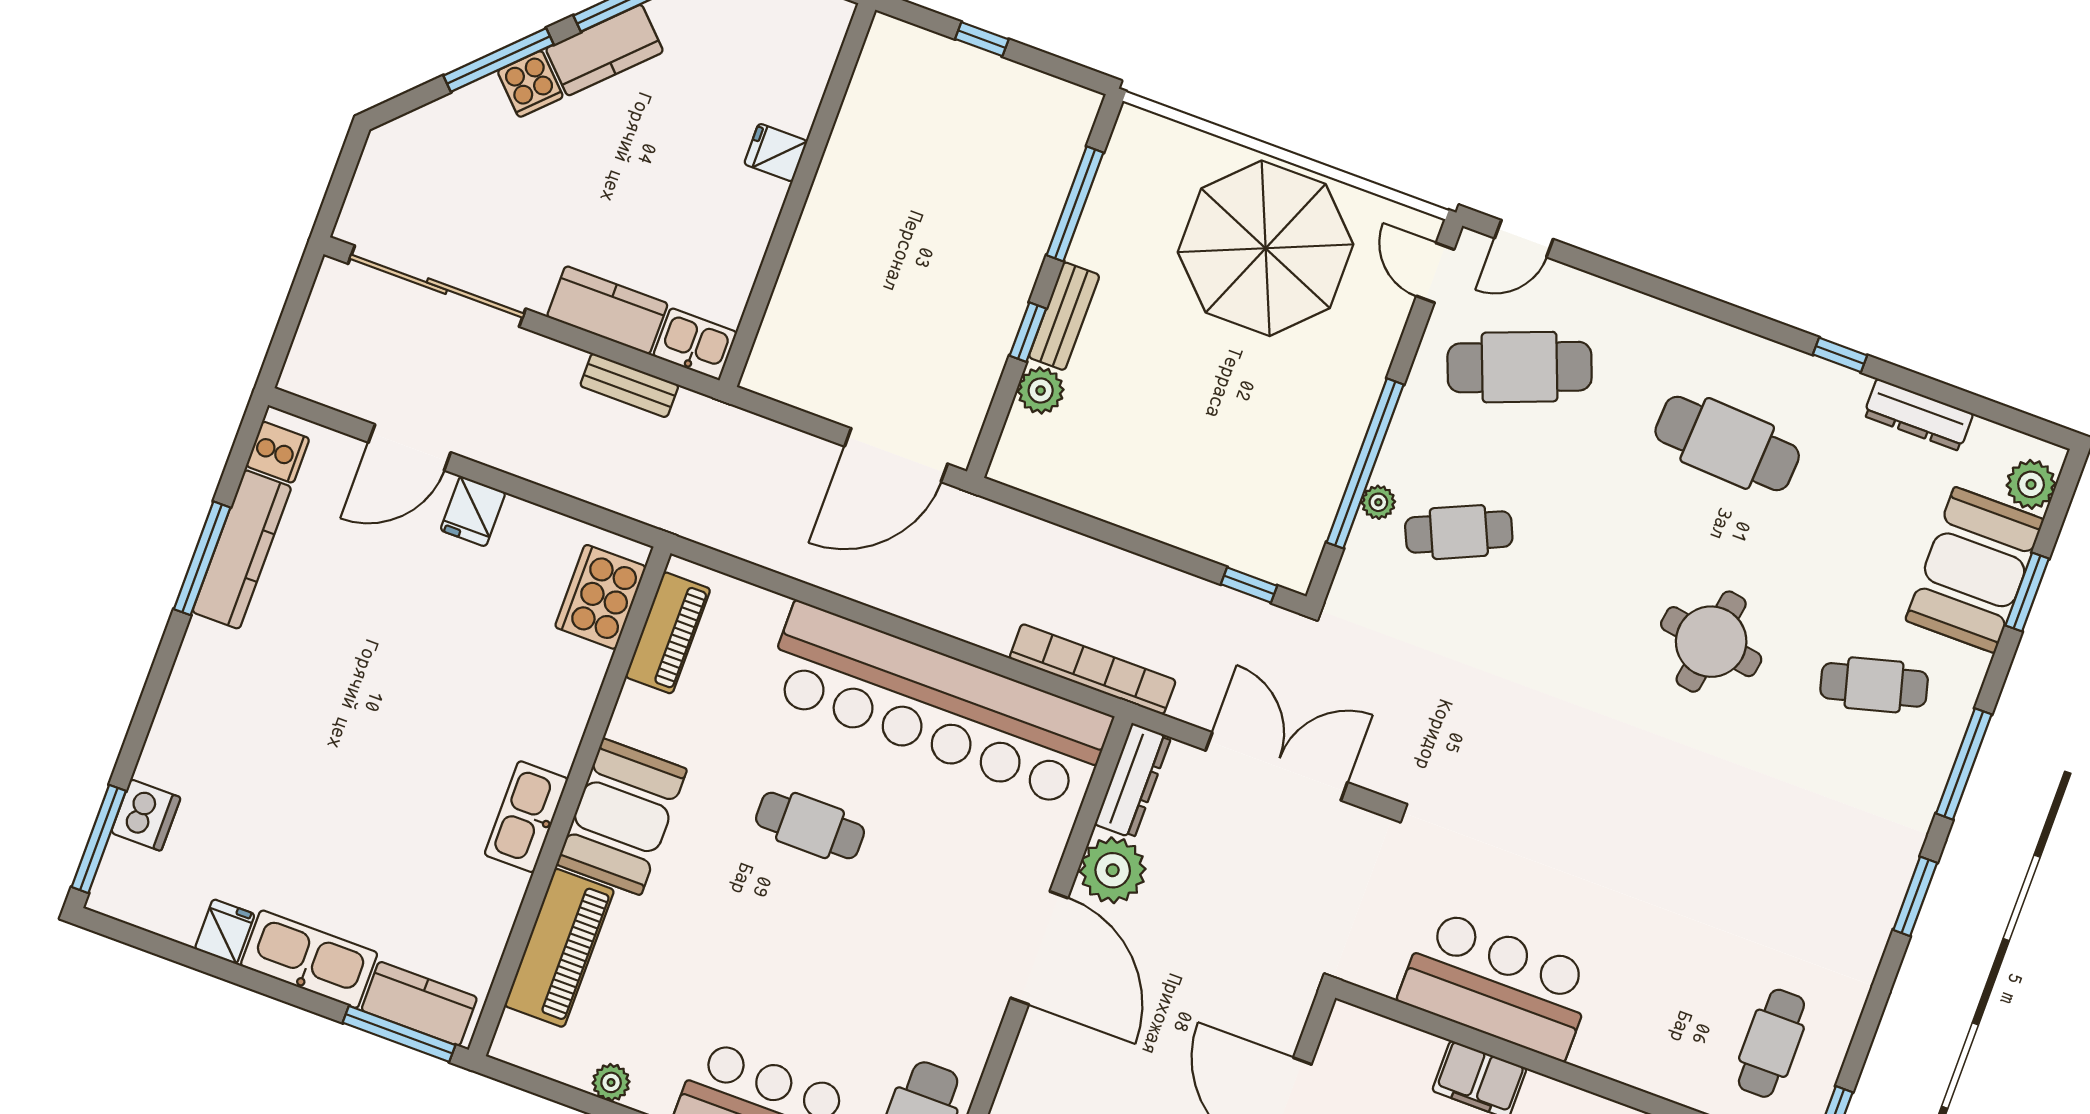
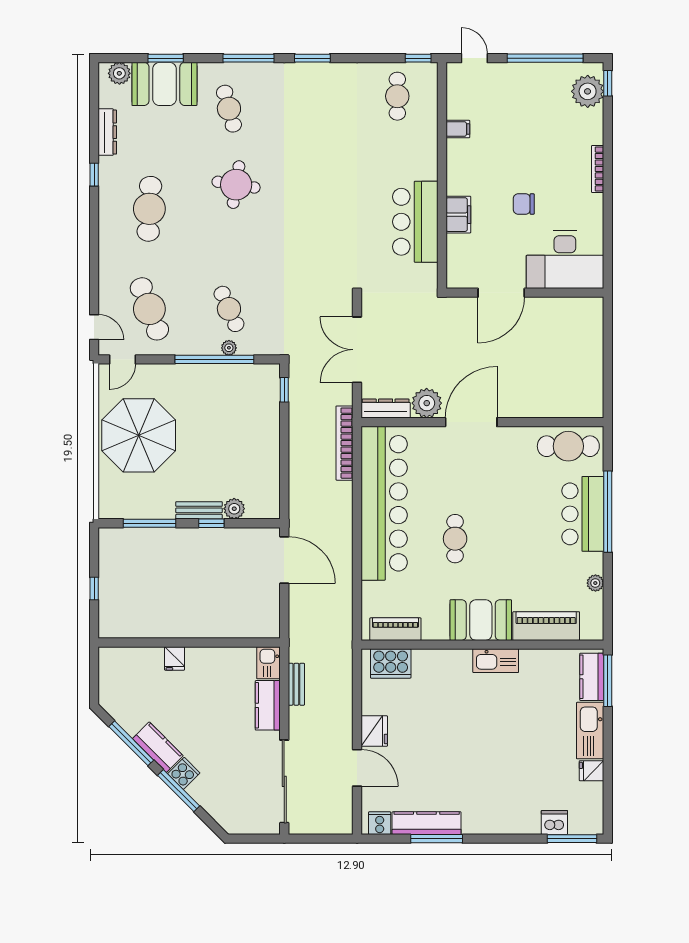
fridge: (473, 511) -> (374, 731), width x1.38
cafe table: (1771, 1043) -> (397, 96), turned 90

